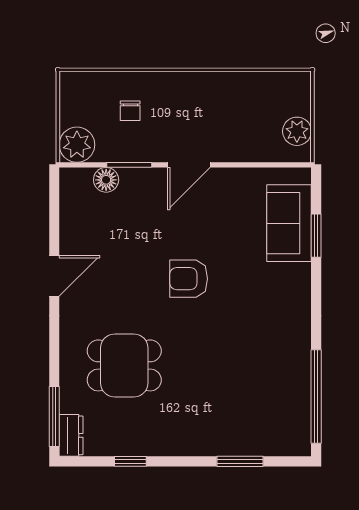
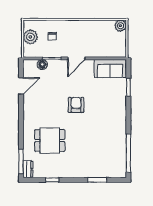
plant: (297, 131) -> (120, 26), moved
plant: (77, 145) -> (30, 37), moved
sofa: (289, 223) -> (110, 68), moved, turned -90
door: (54, 276) -> (21, 86), moved
armchair: (189, 279) -> (76, 105), turned 90

